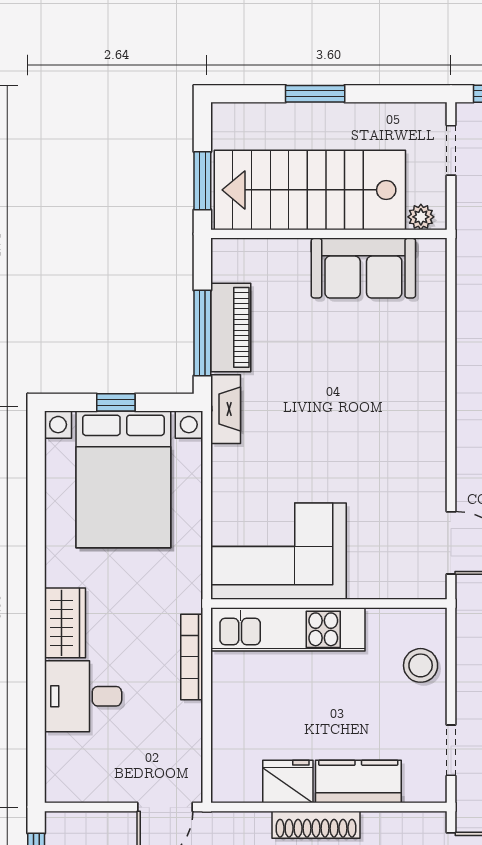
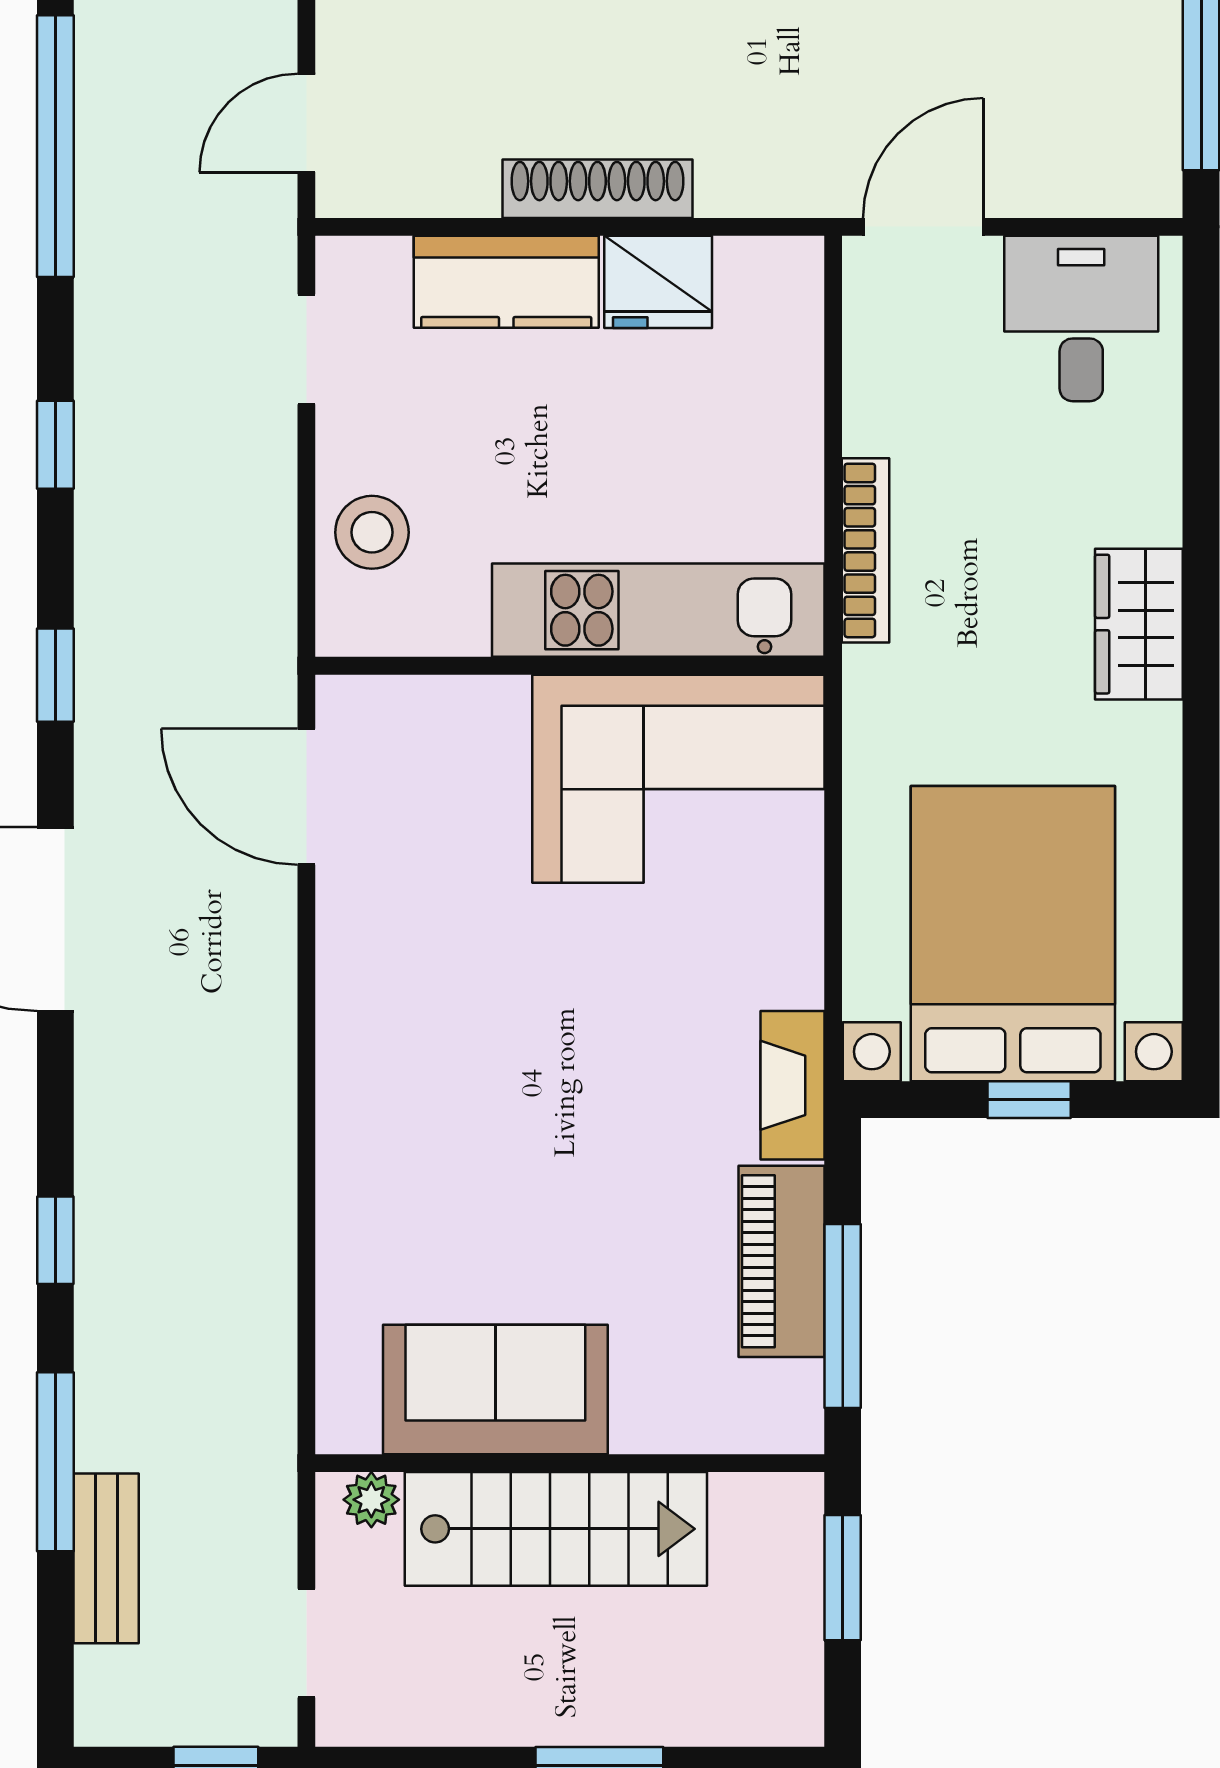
stairs: (310, 190) -> (556, 1529), width x0.73, depth x0.66
window: (202, 333) -> (843, 1316), moved
desk: (83, 696) -> (1081, 318), moved, turned -90

